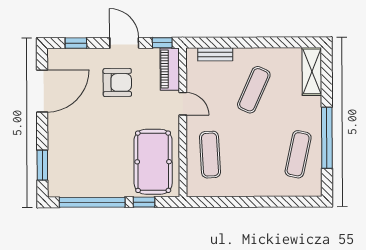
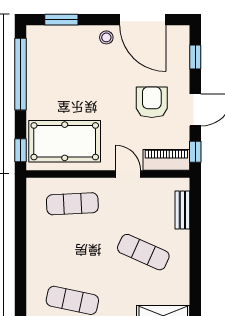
armchair: (117, 82) -> (152, 102), turned 180
door: (183, 104) -> (128, 174), swing flipped
stool: (58, 124) -> (106, 37), added
window: (144, 202) -> (20, 150), moved

